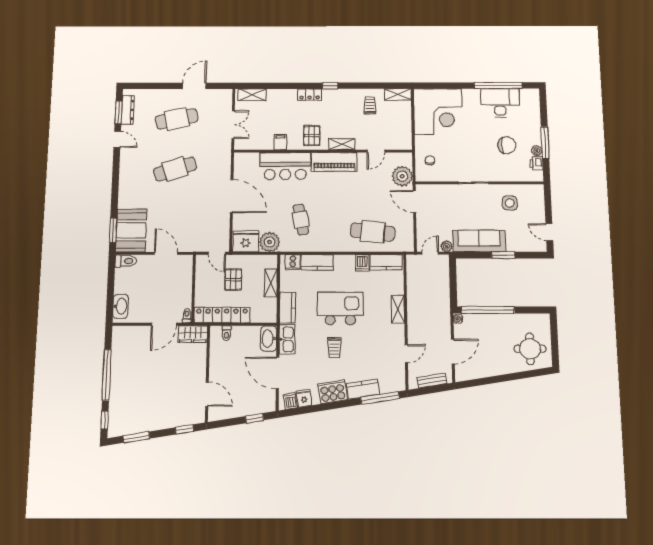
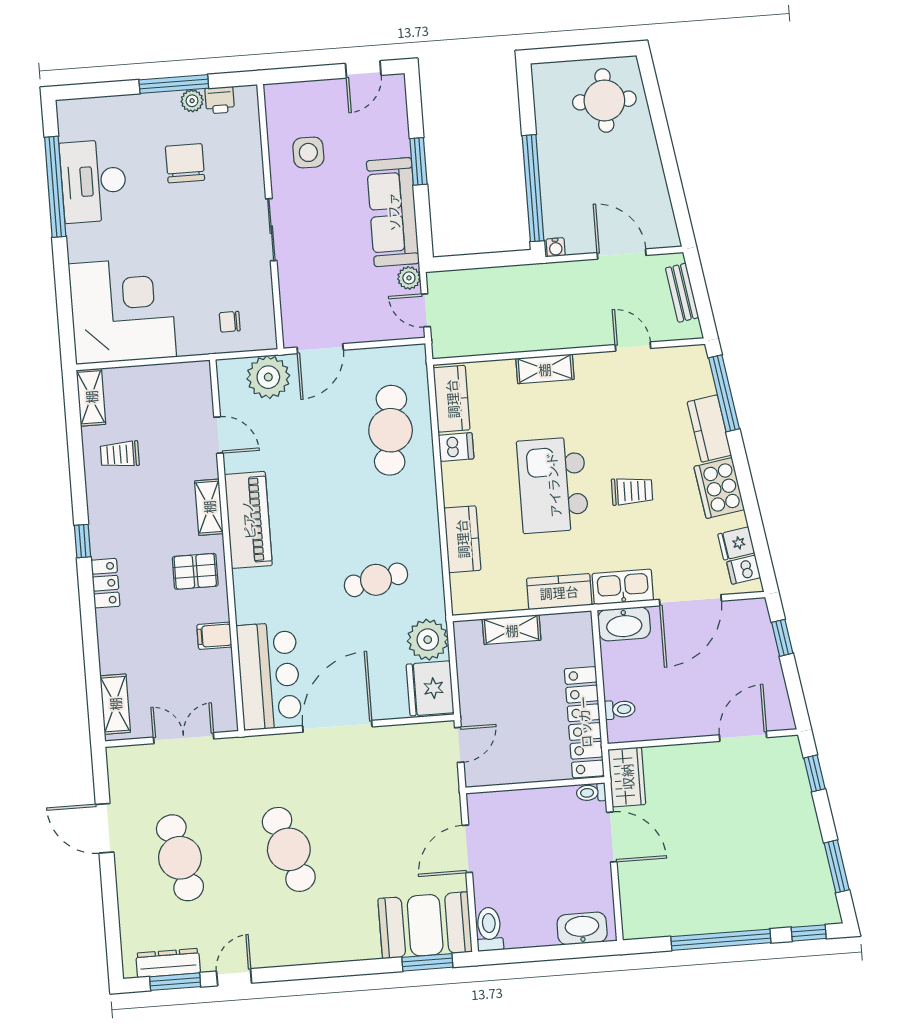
bar counter: (285, 166) -> (269, 676), moved
cooker: (293, 262) -> (466, 589), removed
pallet: (233, 279) -> (510, 706), removed

